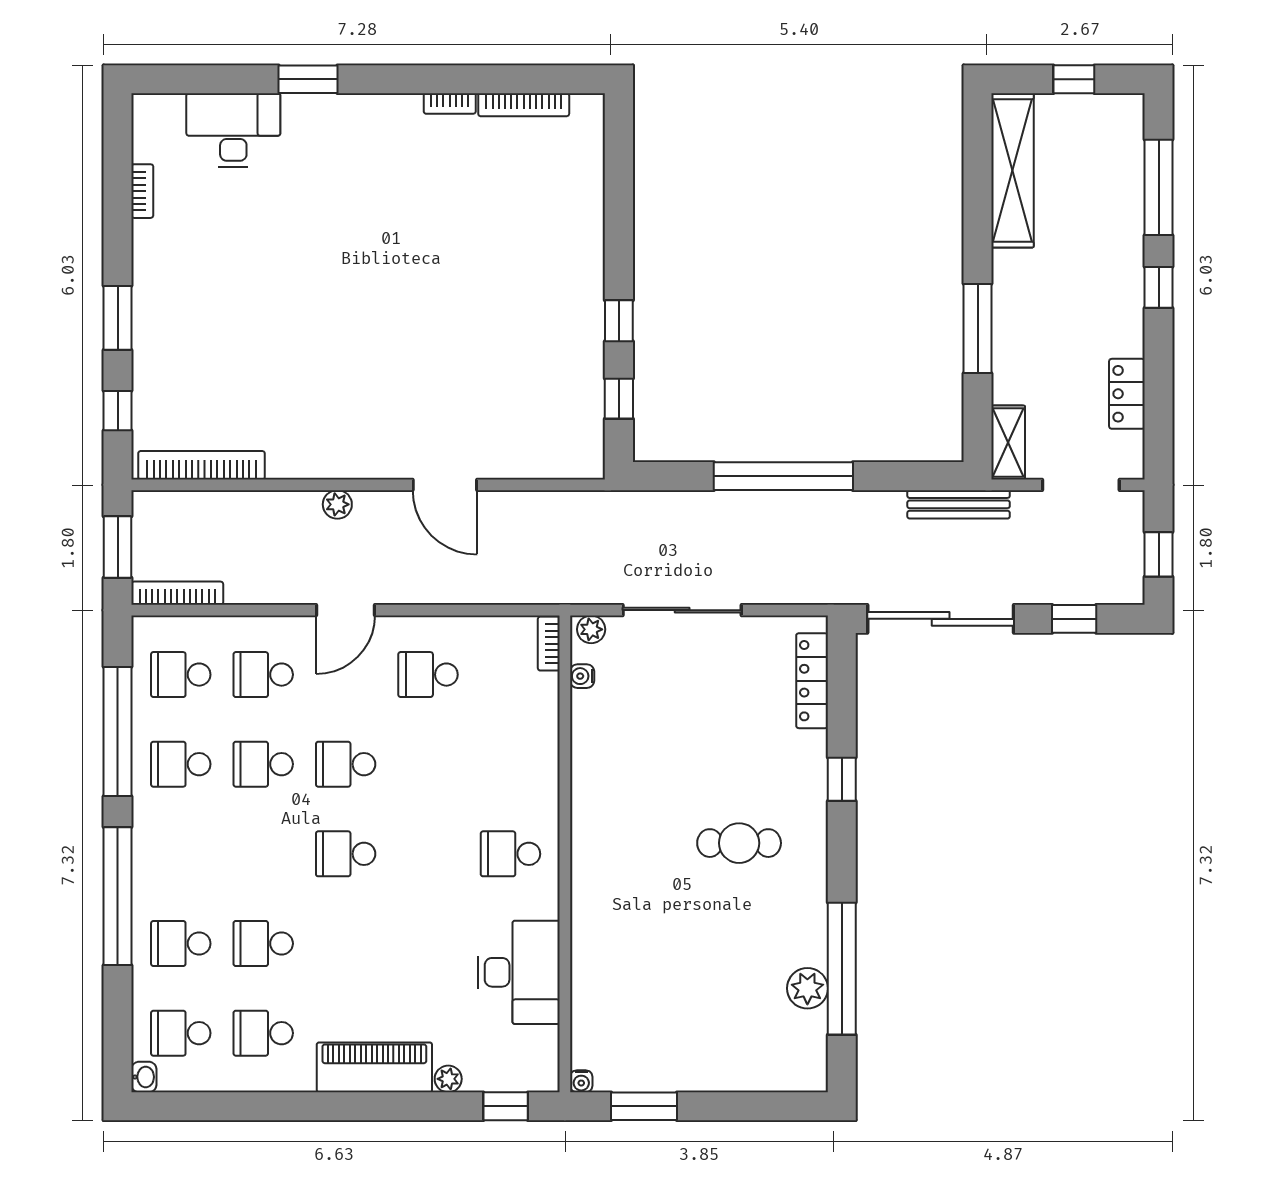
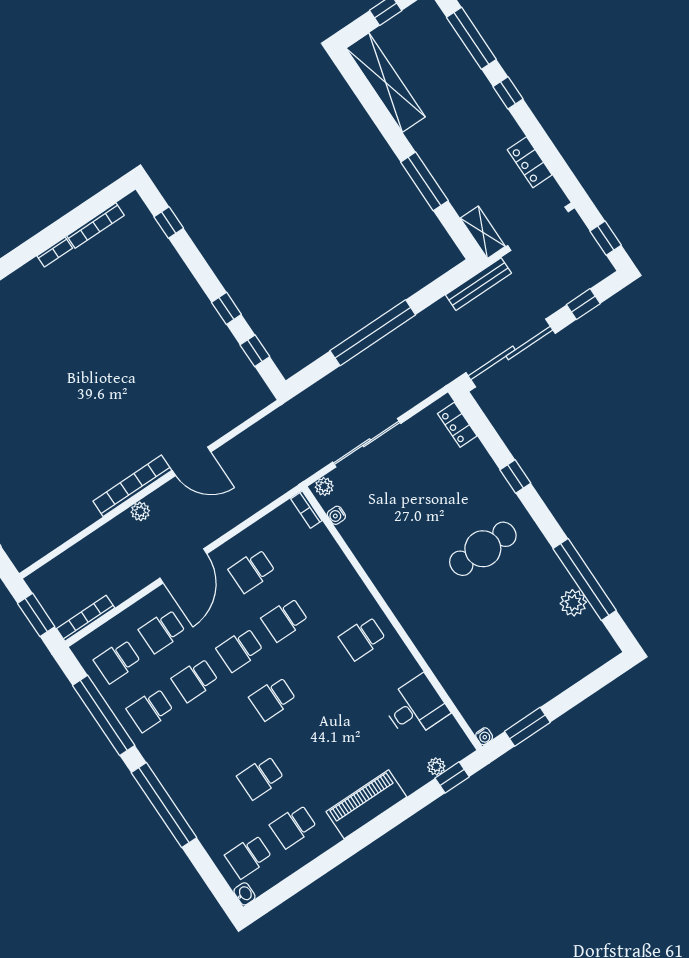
window: (619, 163) -> (169, 223), added
bookcase: (201, 465) -> (132, 486), moved
doorway: (1081, 485) -> (538, 229), width x1.36
door: (346, 610) -> (183, 566), width x1.36
locker: (812, 681) -> (457, 425), width x0.66
cafe table: (739, 843) -> (483, 549), width x1.37, depth x1.35
school desk: (181, 944) -> (285, 620), moved
desk: (519, 972) -> (416, 707), width x0.73
plant: (448, 1079) -> (436, 766), moved

